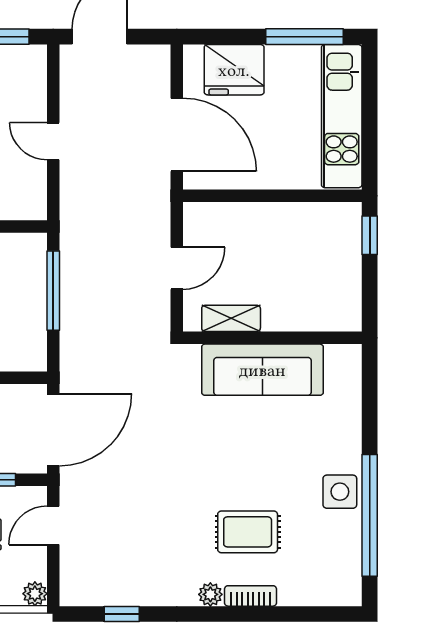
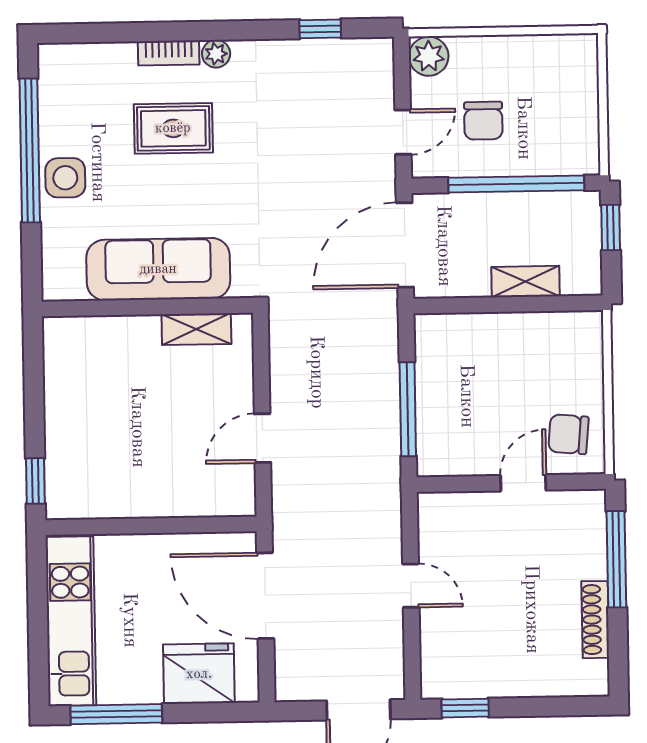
shelving: (231, 318) -> (196, 329), moved
wall: (272, 338) -> (147, 307), moved
sofa: (262, 370) -> (158, 269), moved
plant: (35, 594) -> (429, 56), width x1.38, depth x1.38

